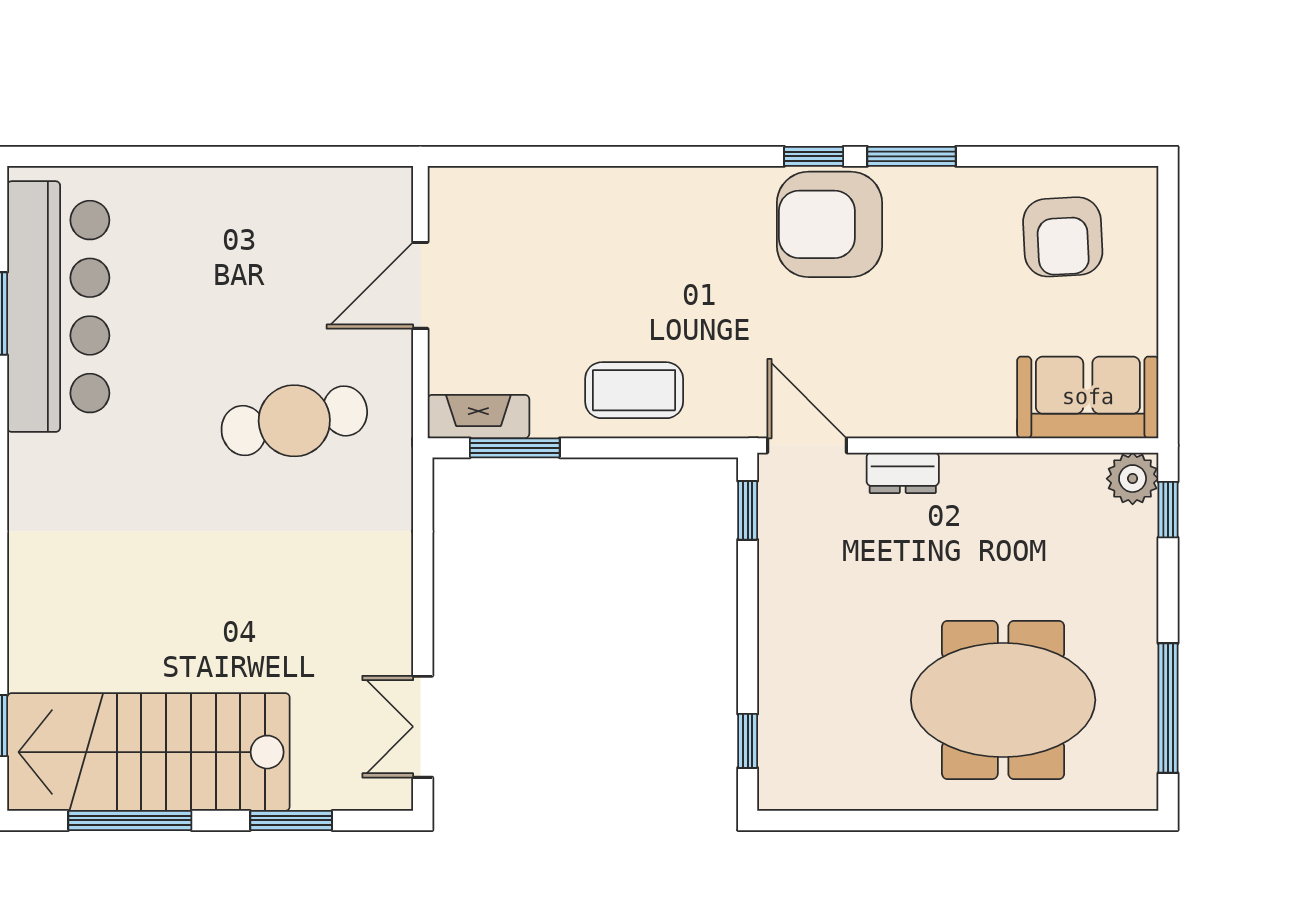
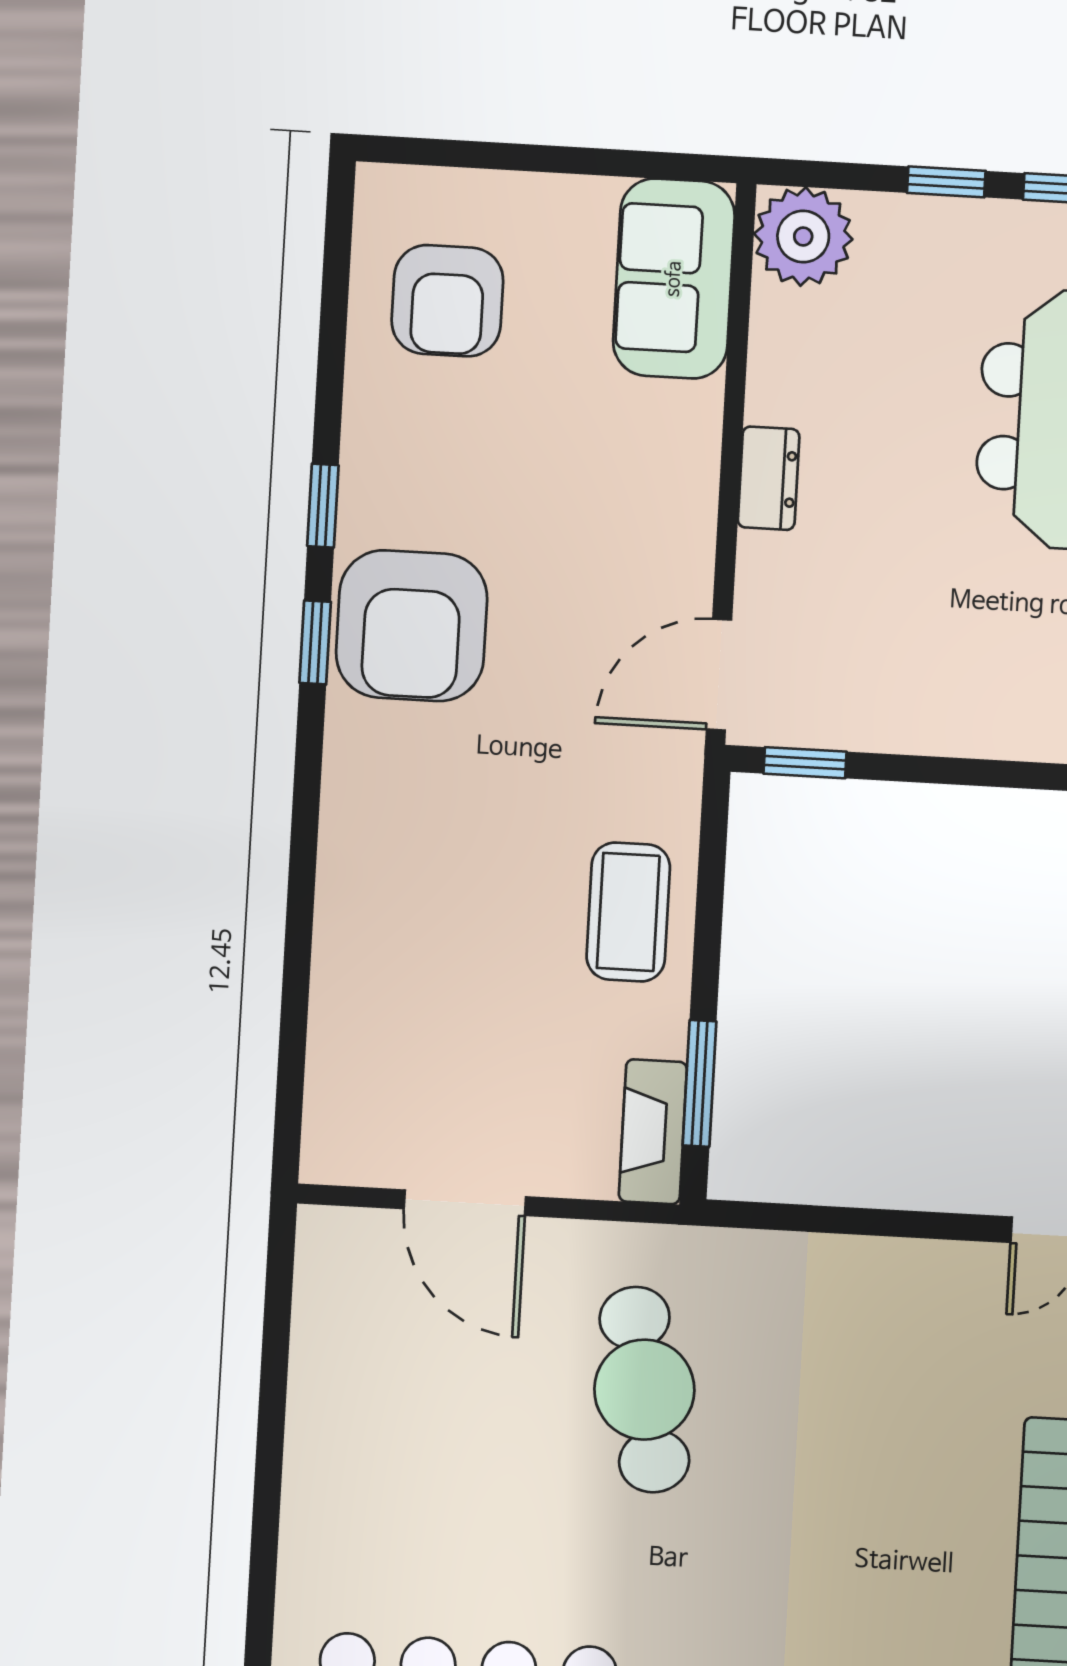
window: (911, 156) -> (323, 506), width x0.67
armchair: (1063, 237) -> (447, 301), turned 93
dresser: (903, 473) -> (769, 478), moved
plant: (1133, 479) -> (803, 237), width x1.36, depth x1.36
window: (1168, 510) -> (946, 182), moved

